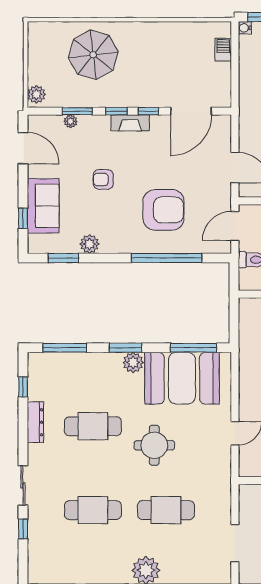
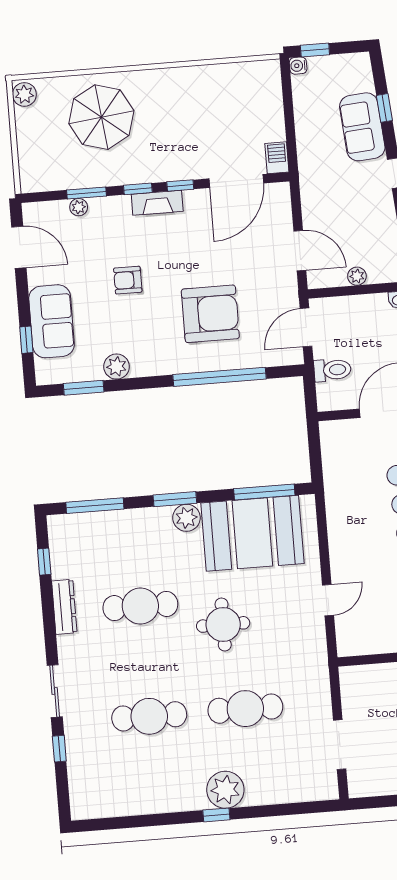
barbecue: (223, 50) -> (277, 158), moved
plant: (36, 94) -> (24, 94), moved

